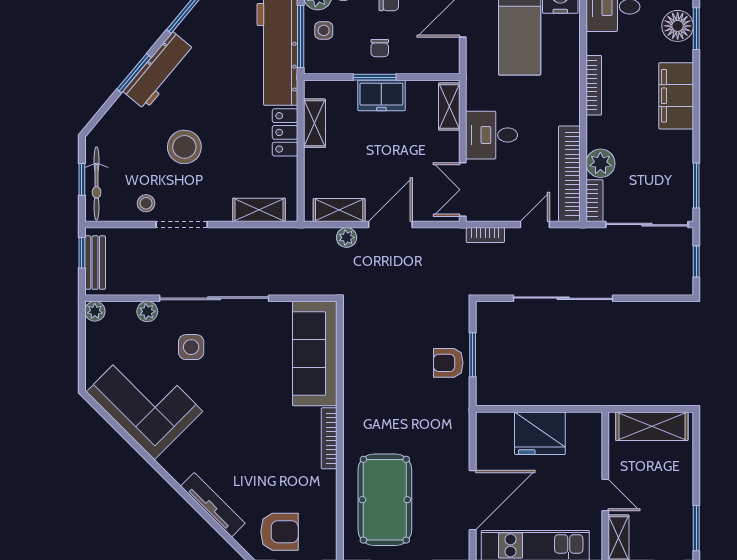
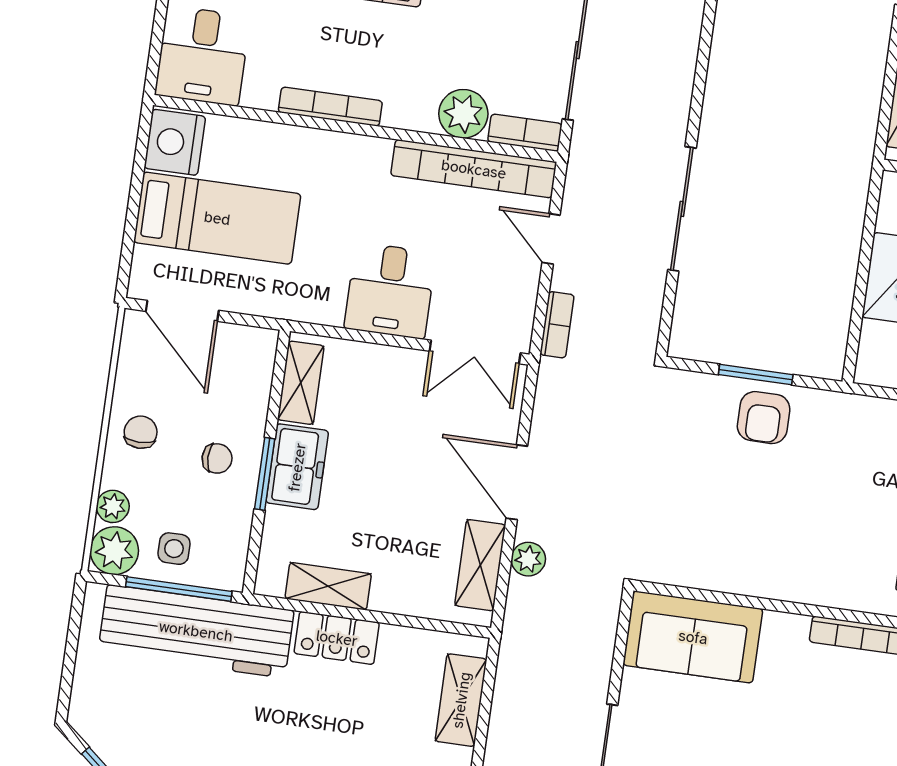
shelving: (449, 107) -> (301, 383), moved, turned 90
sliding door: (563, 298) -> (682, 209), width x0.73
sofa: (315, 353) -> (693, 637), width x0.73

